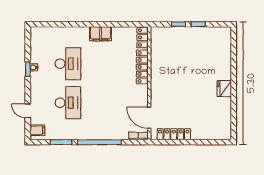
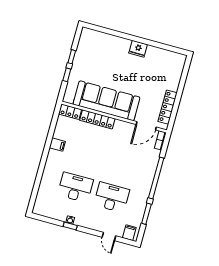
filing cabinet: (101, 34) -> (57, 145), width x0.50
sofa: (163, 71) -> (106, 101), added
door: (28, 111) -> (109, 237), hinge flipped

